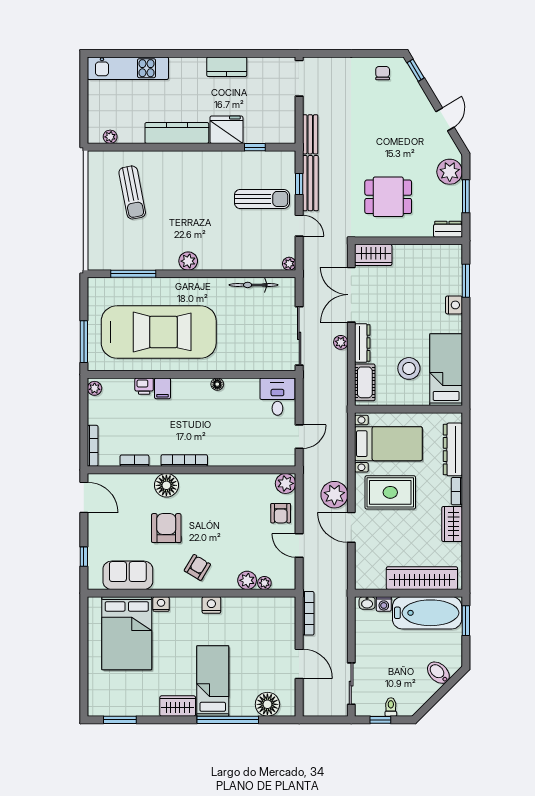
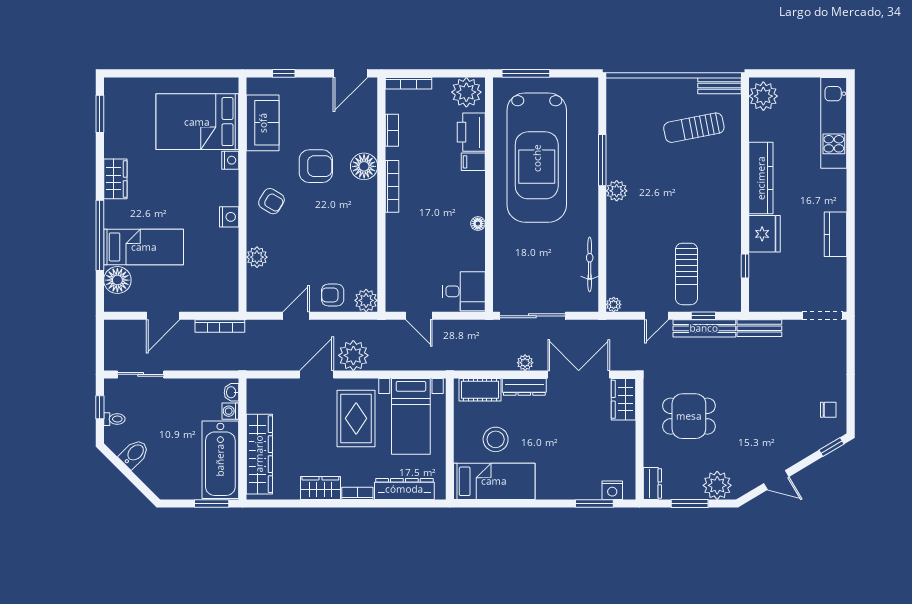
plant: (110, 137) -> (763, 96), width x1.88, depth x1.88
bench: (95, 170) -> (719, 86), added
dining table: (388, 197) -> (689, 416), turned 90
window: (133, 274) -> (602, 160), moved
nightstand: (454, 305) -> (612, 490), moved
printer: (144, 386) -> (471, 132), width x1.87, depth x1.48
plant: (95, 388) -> (466, 92), width x1.87, depth x1.87
plant: (264, 583) -> (254, 277), removed
bidet: (438, 673) -> (134, 454), moved
bed: (213, 681) -> (144, 247), moved

